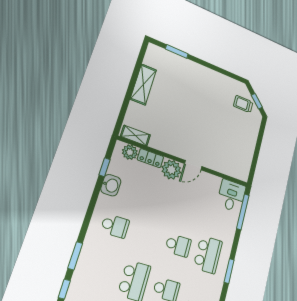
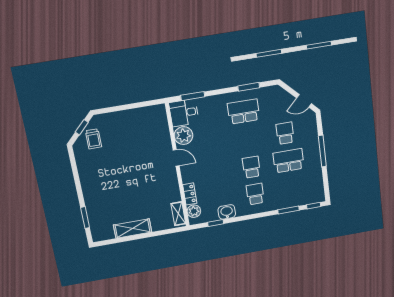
plant: (171, 170) -> (183, 136), moved
window: (243, 212) -> (193, 96), width x0.69
school desk: (178, 245) -> (251, 167), moved

